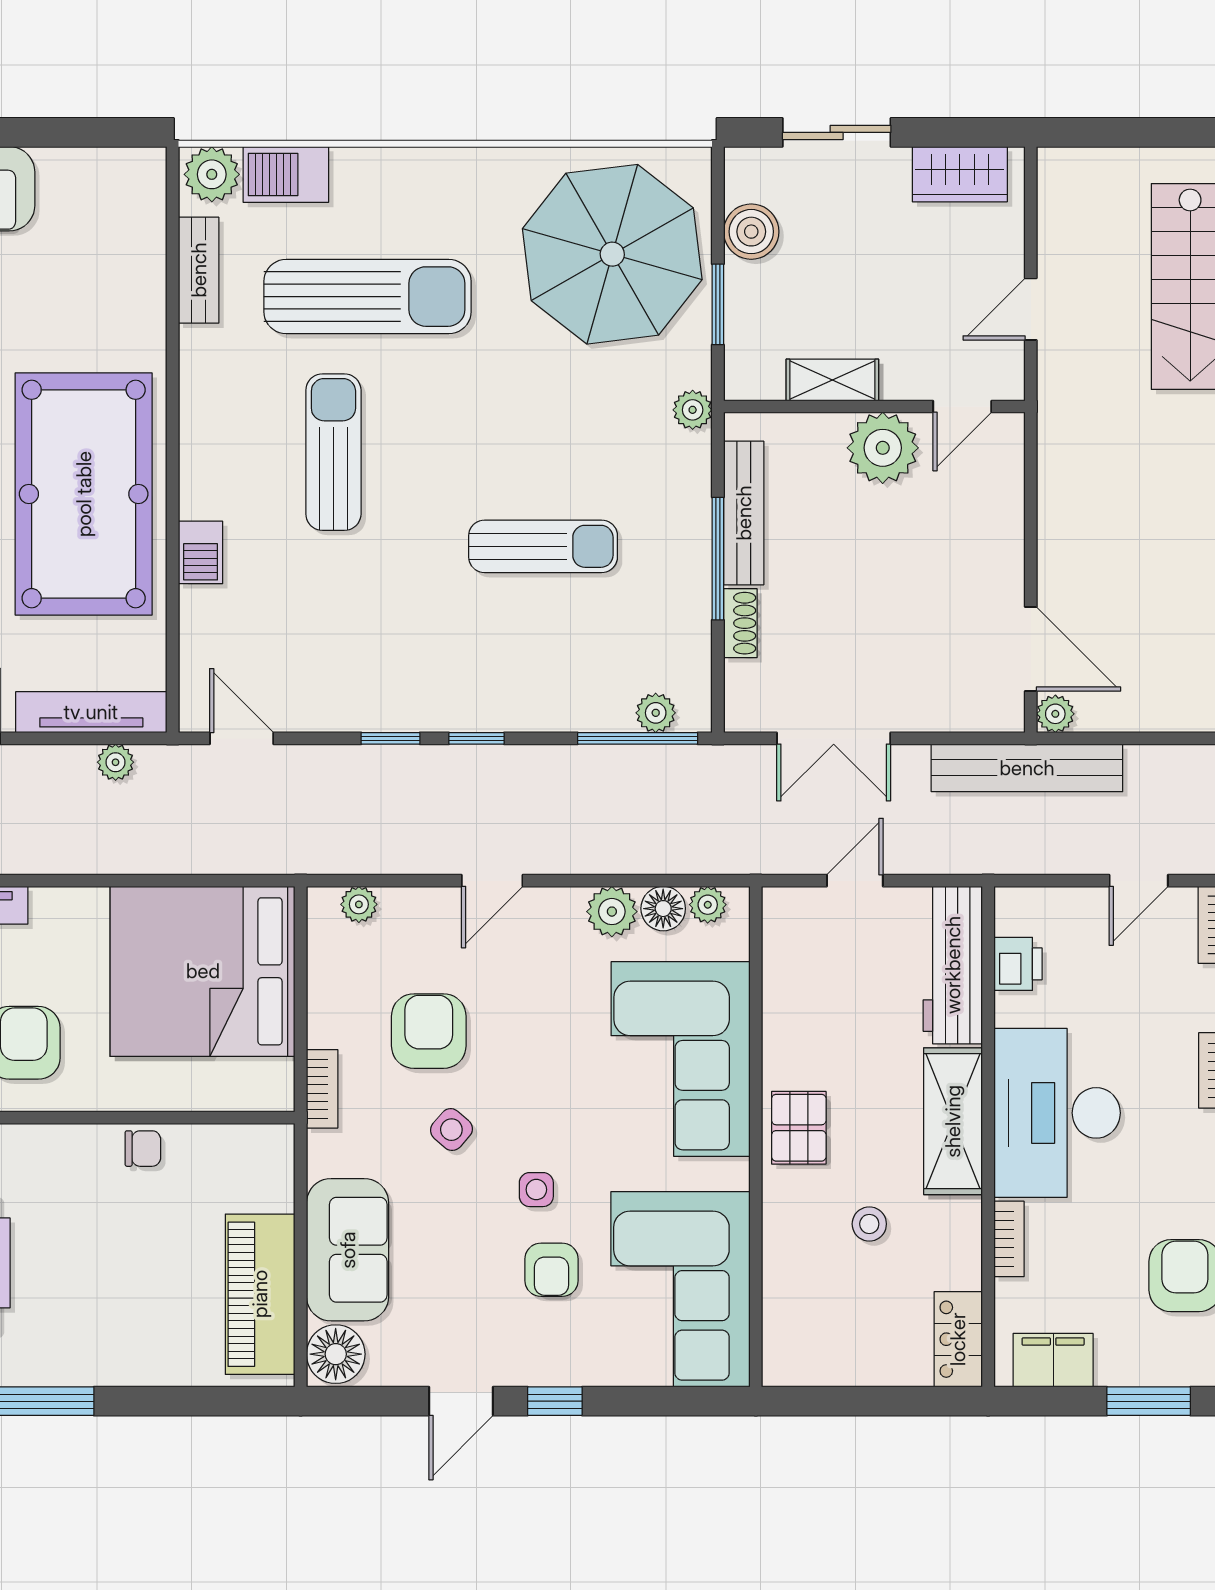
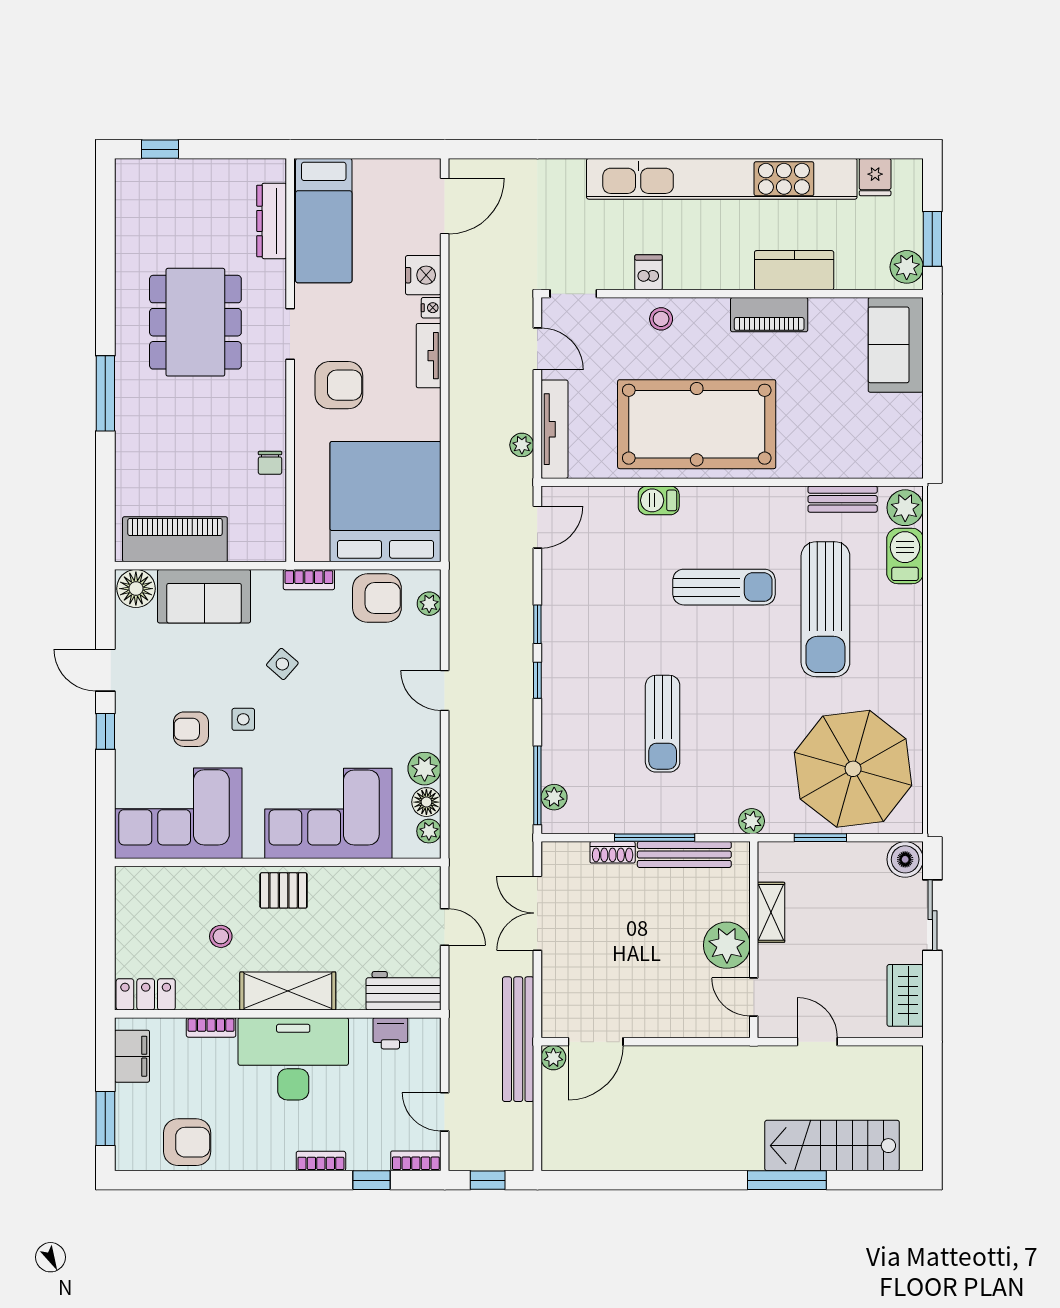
boiler: (751, 232) -> (905, 859), moved
workbench: (953, 965) -> (404, 991), width x0.73
armchair: (429, 1031) -> (377, 598), moved

